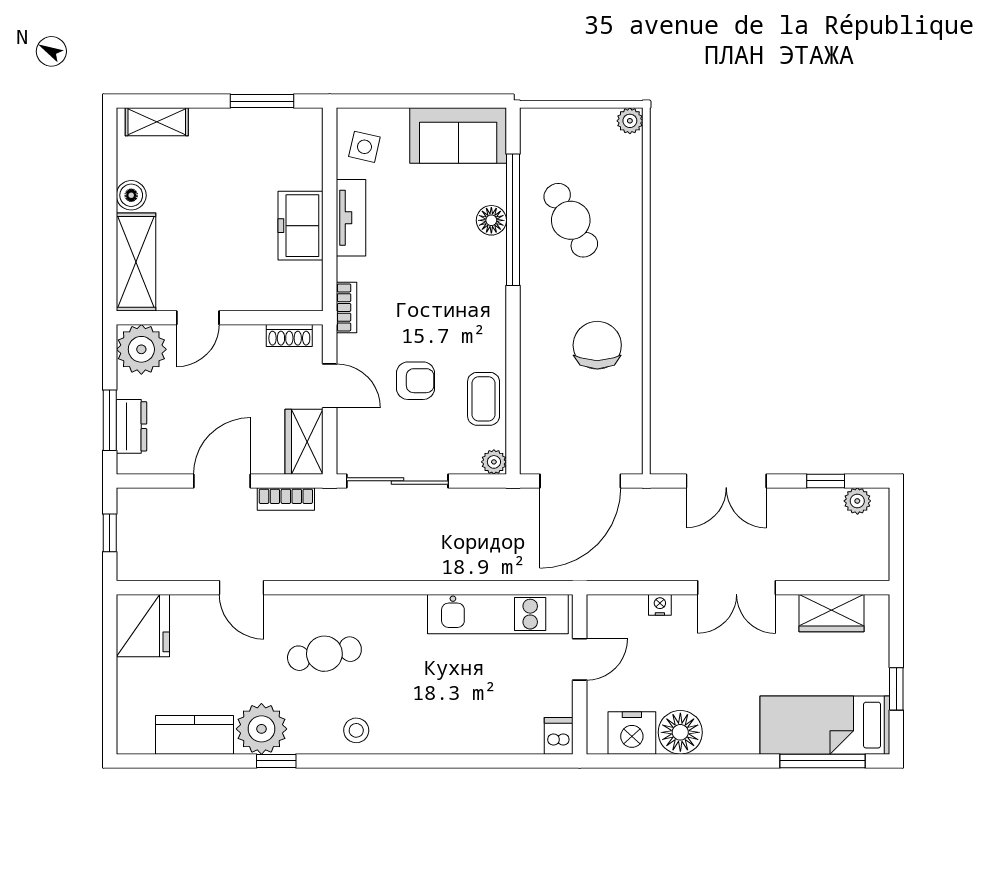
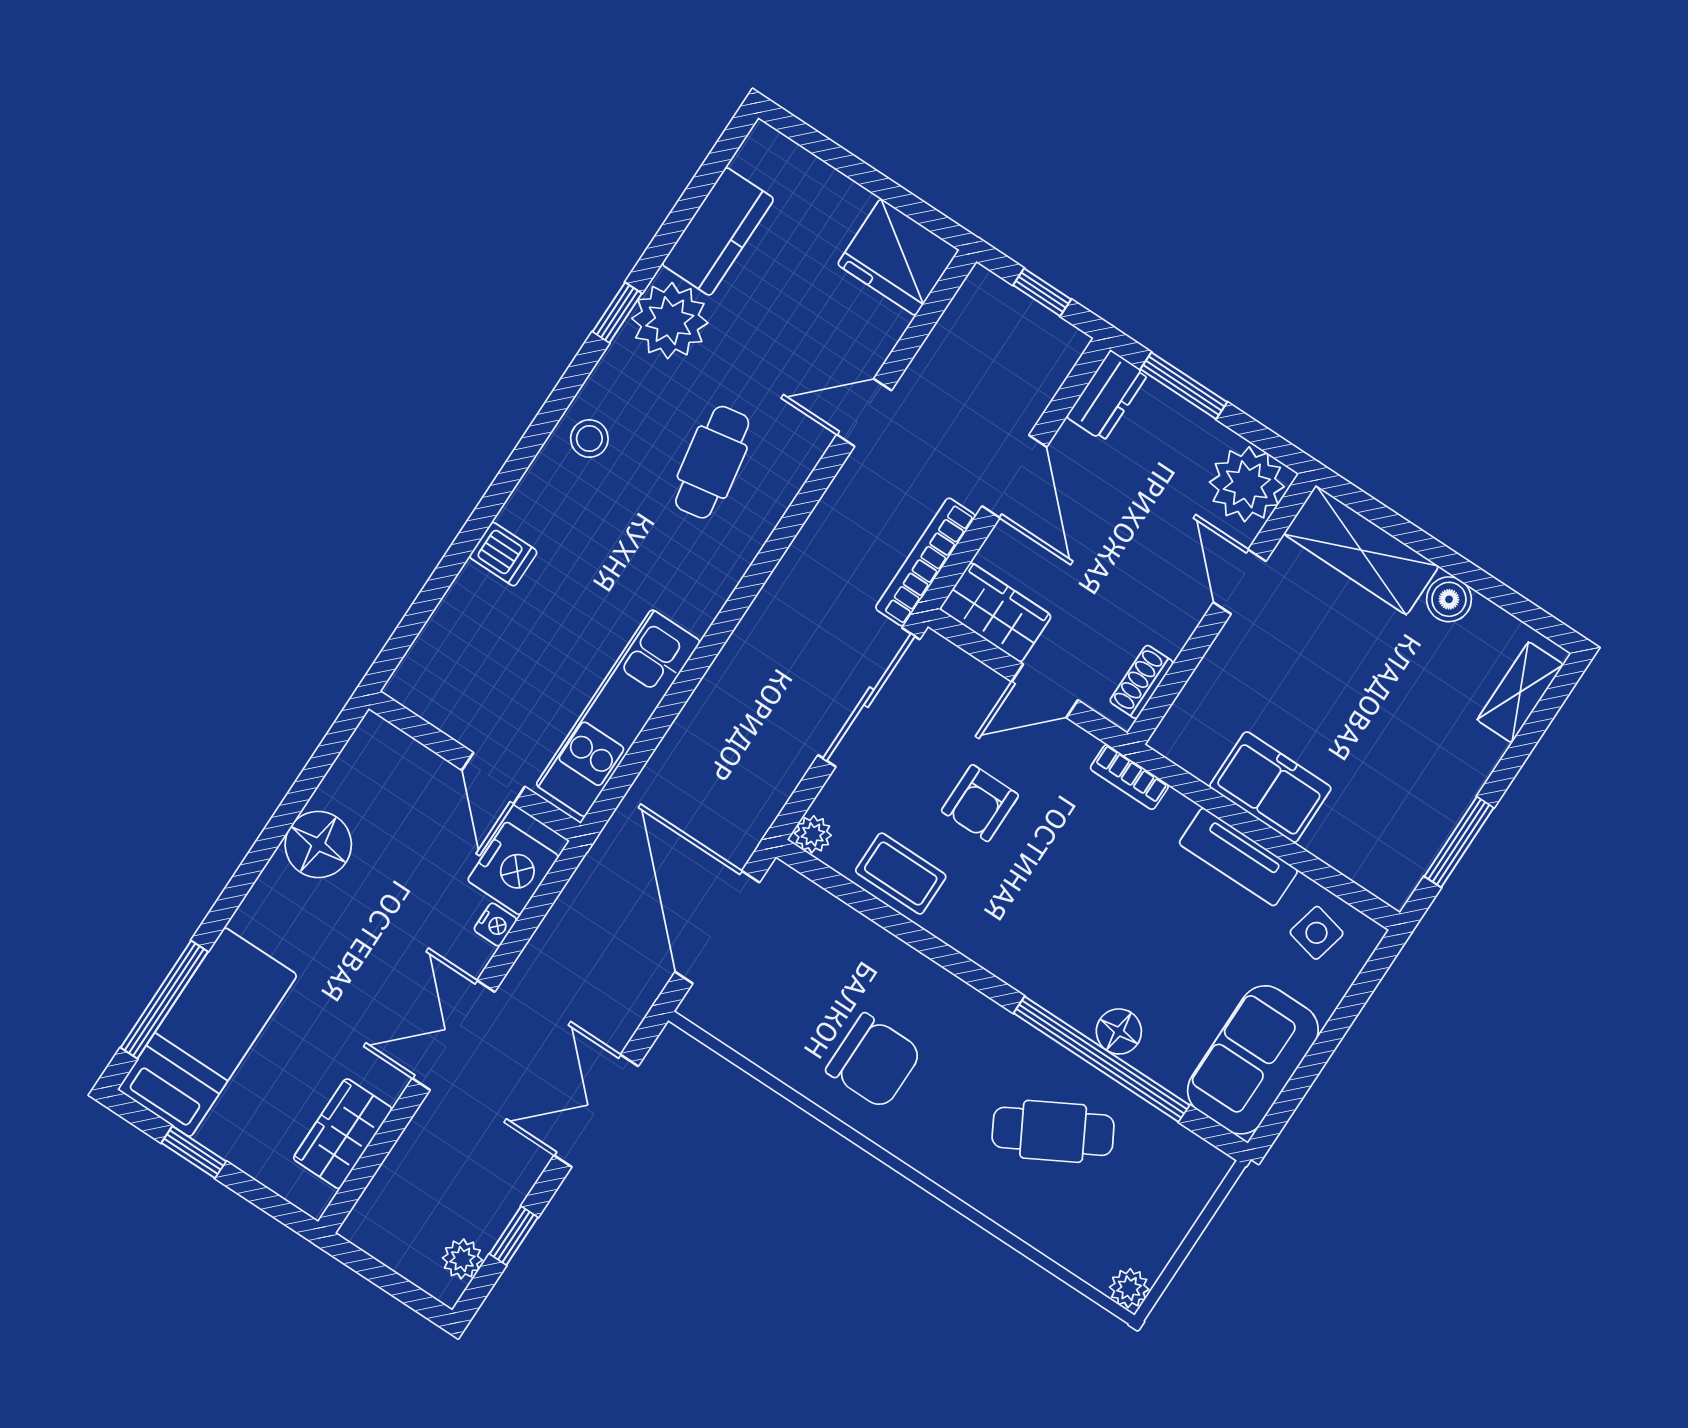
dresser: (132, 426) -> (1107, 396), moved, turned -90
bookcase: (286, 499) -> (925, 562), width x1.56
nightstand: (632, 733) -> (513, 868), moved, turned 180
dishwasher: (559, 736) -> (503, 554), moved

